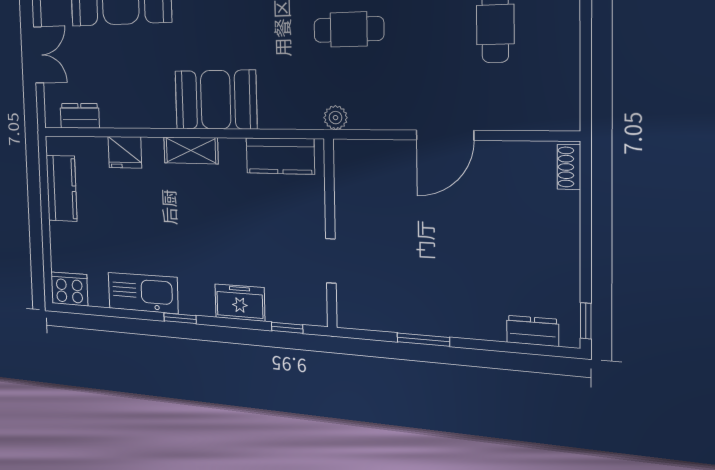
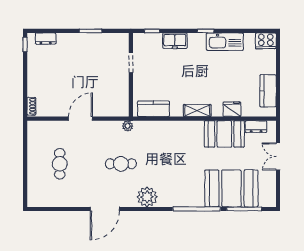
booth: (216, 100) -> (224, 134), moved

